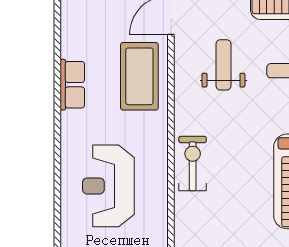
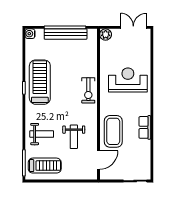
reception desk: (108, 186) -> (128, 80), turned -90

